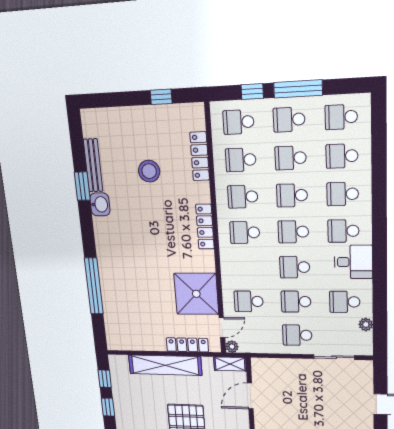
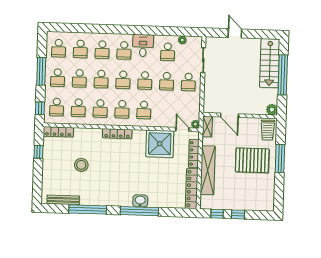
window: (252, 92) -> (40, 108), moved
locker: (200, 156) -> (58, 132), moved
bench: (93, 165) -> (63, 200), moved
window: (82, 186) -> (88, 209), width x2.11
washbasin: (100, 204) -> (140, 201), moved
window: (94, 286) -> (139, 211), moved
school desk: (249, 301) -> (144, 110), moved
locker: (135, 343) -> (192, 189), added

